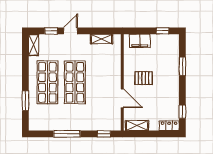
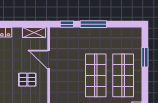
window: (67, 134) -> (93, 24), moved

